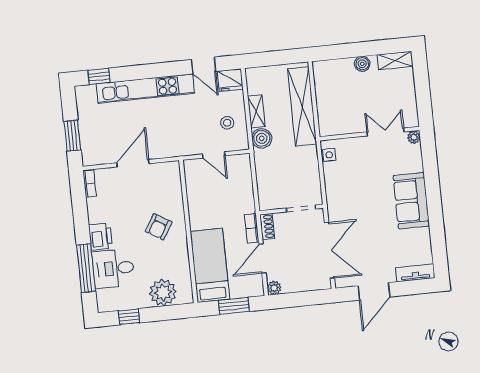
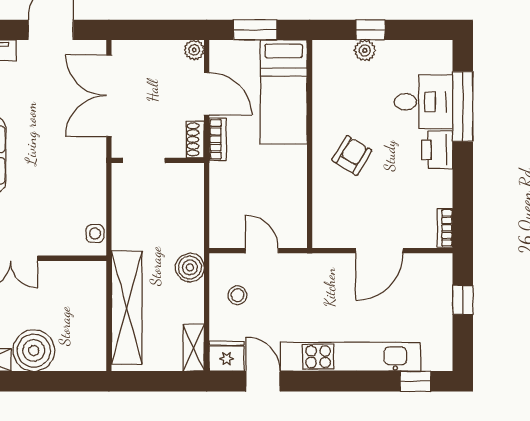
boiler: (362, 64) -> (34, 351), width x1.86, depth x1.86
shelving: (256, 111) -> (194, 348), moved
window: (72, 136) -> (463, 300), width x0.67
door: (262, 258) -> (207, 94), hinge flipped
plant: (163, 292) -> (365, 50), width x0.53, depth x0.53
window: (129, 317) -> (370, 30), moved

